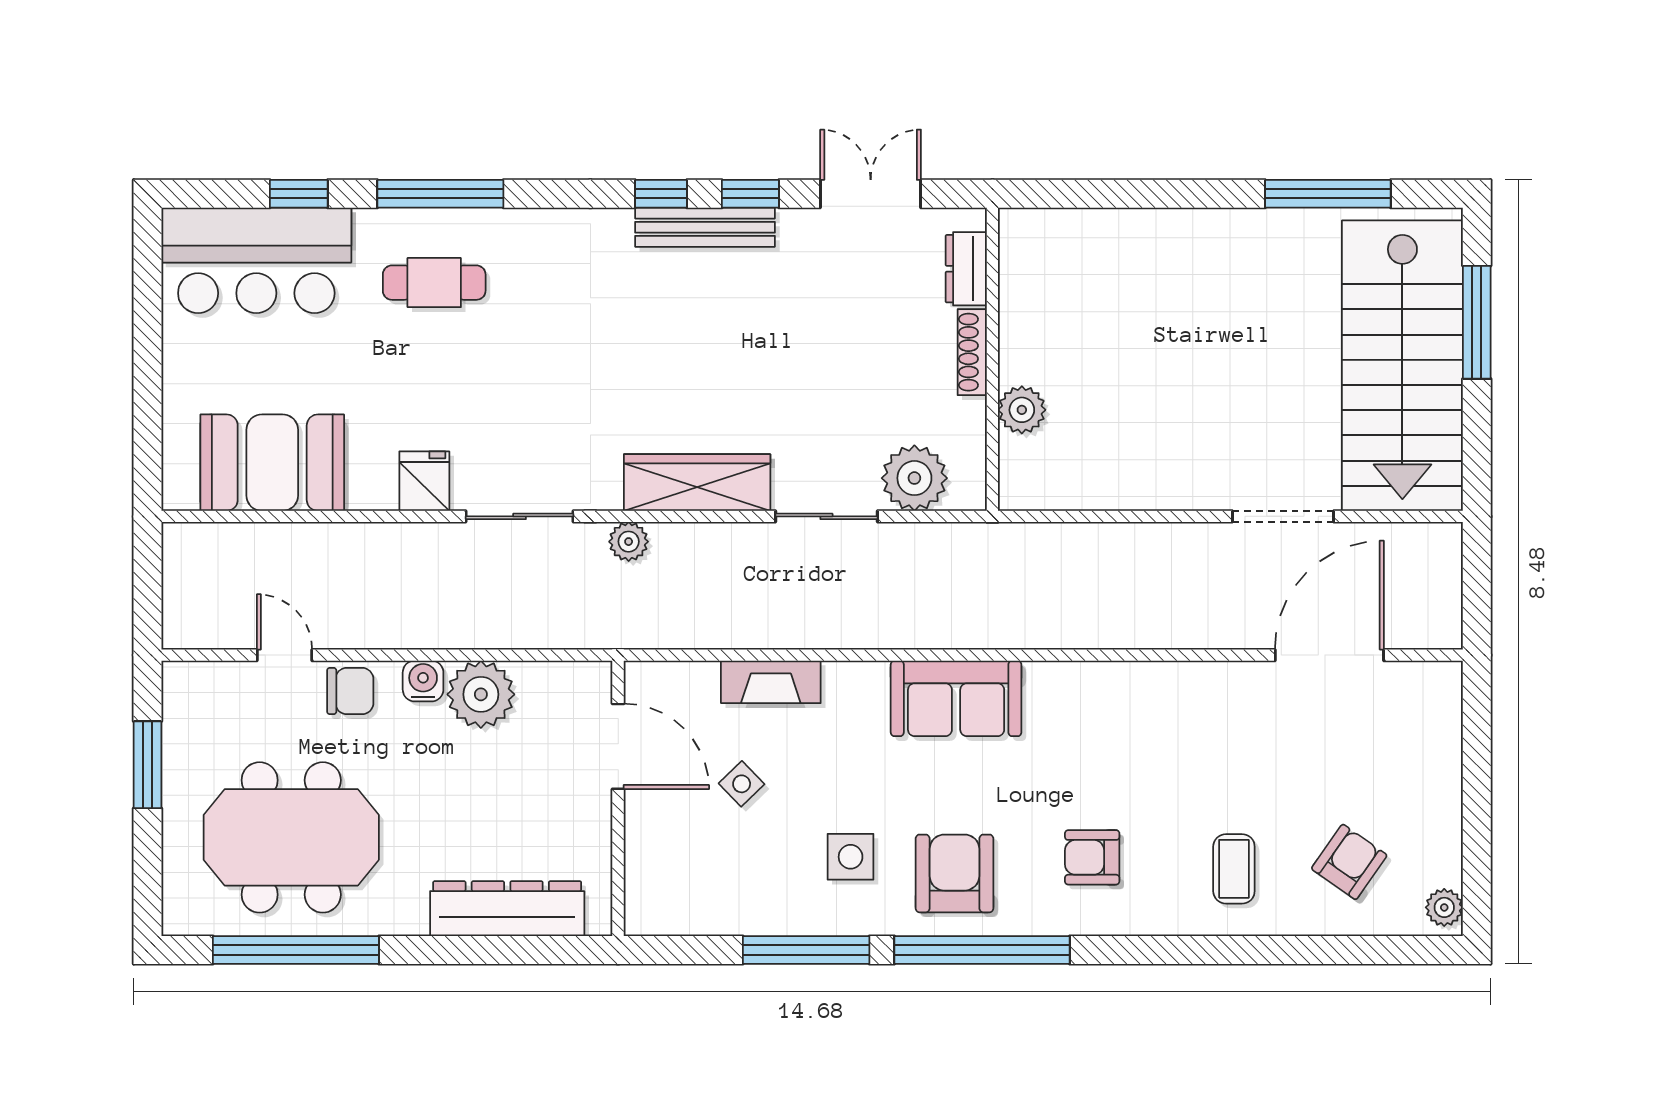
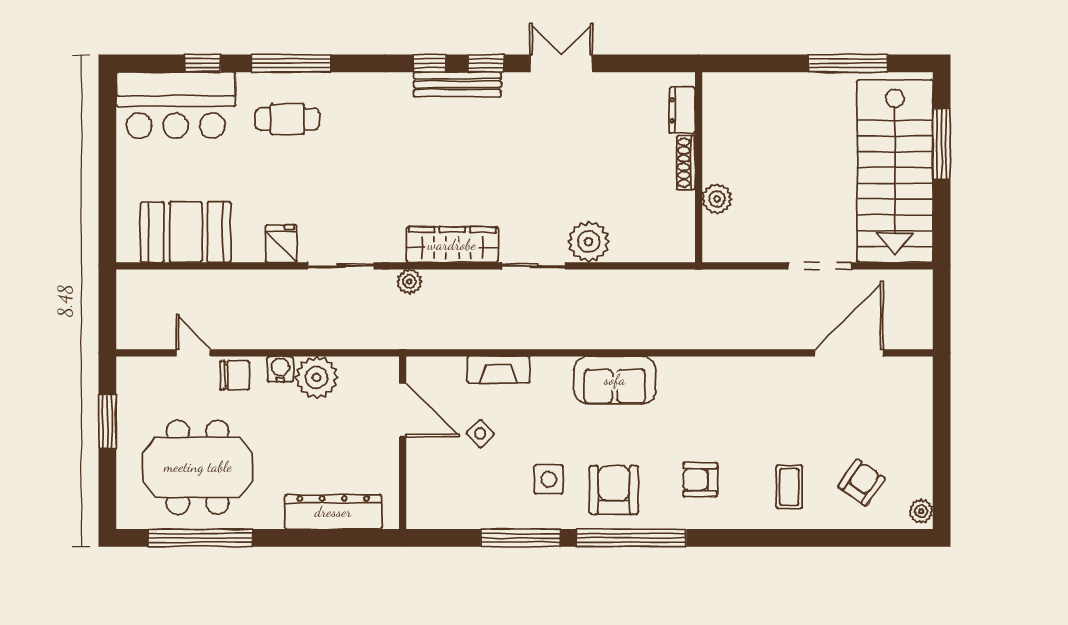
dresser: (966, 269) -> (682, 110), moved
shoe rack: (972, 352) -> (686, 163), moved
wall: (992, 359) -> (699, 167), moved
plant: (1022, 410) -> (717, 199), moved

